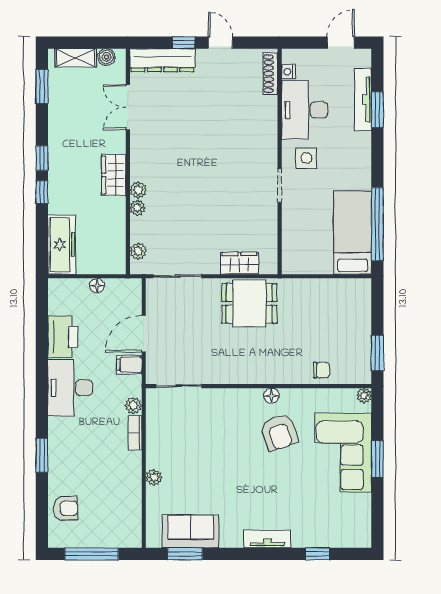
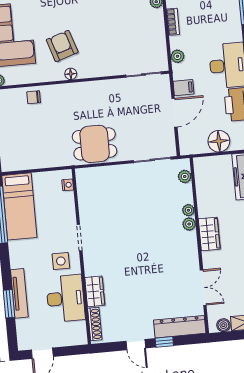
nightstand: (288, 72) -> (68, 185), moved
tv unit: (363, 99) -> (19, 293), moved
wardrobe: (240, 263) -> (95, 291), moved, turned -90
floor lamp: (97, 286) -> (219, 141), width x1.89, depth x1.89
bookcase: (135, 433) -> (173, 22), moved

